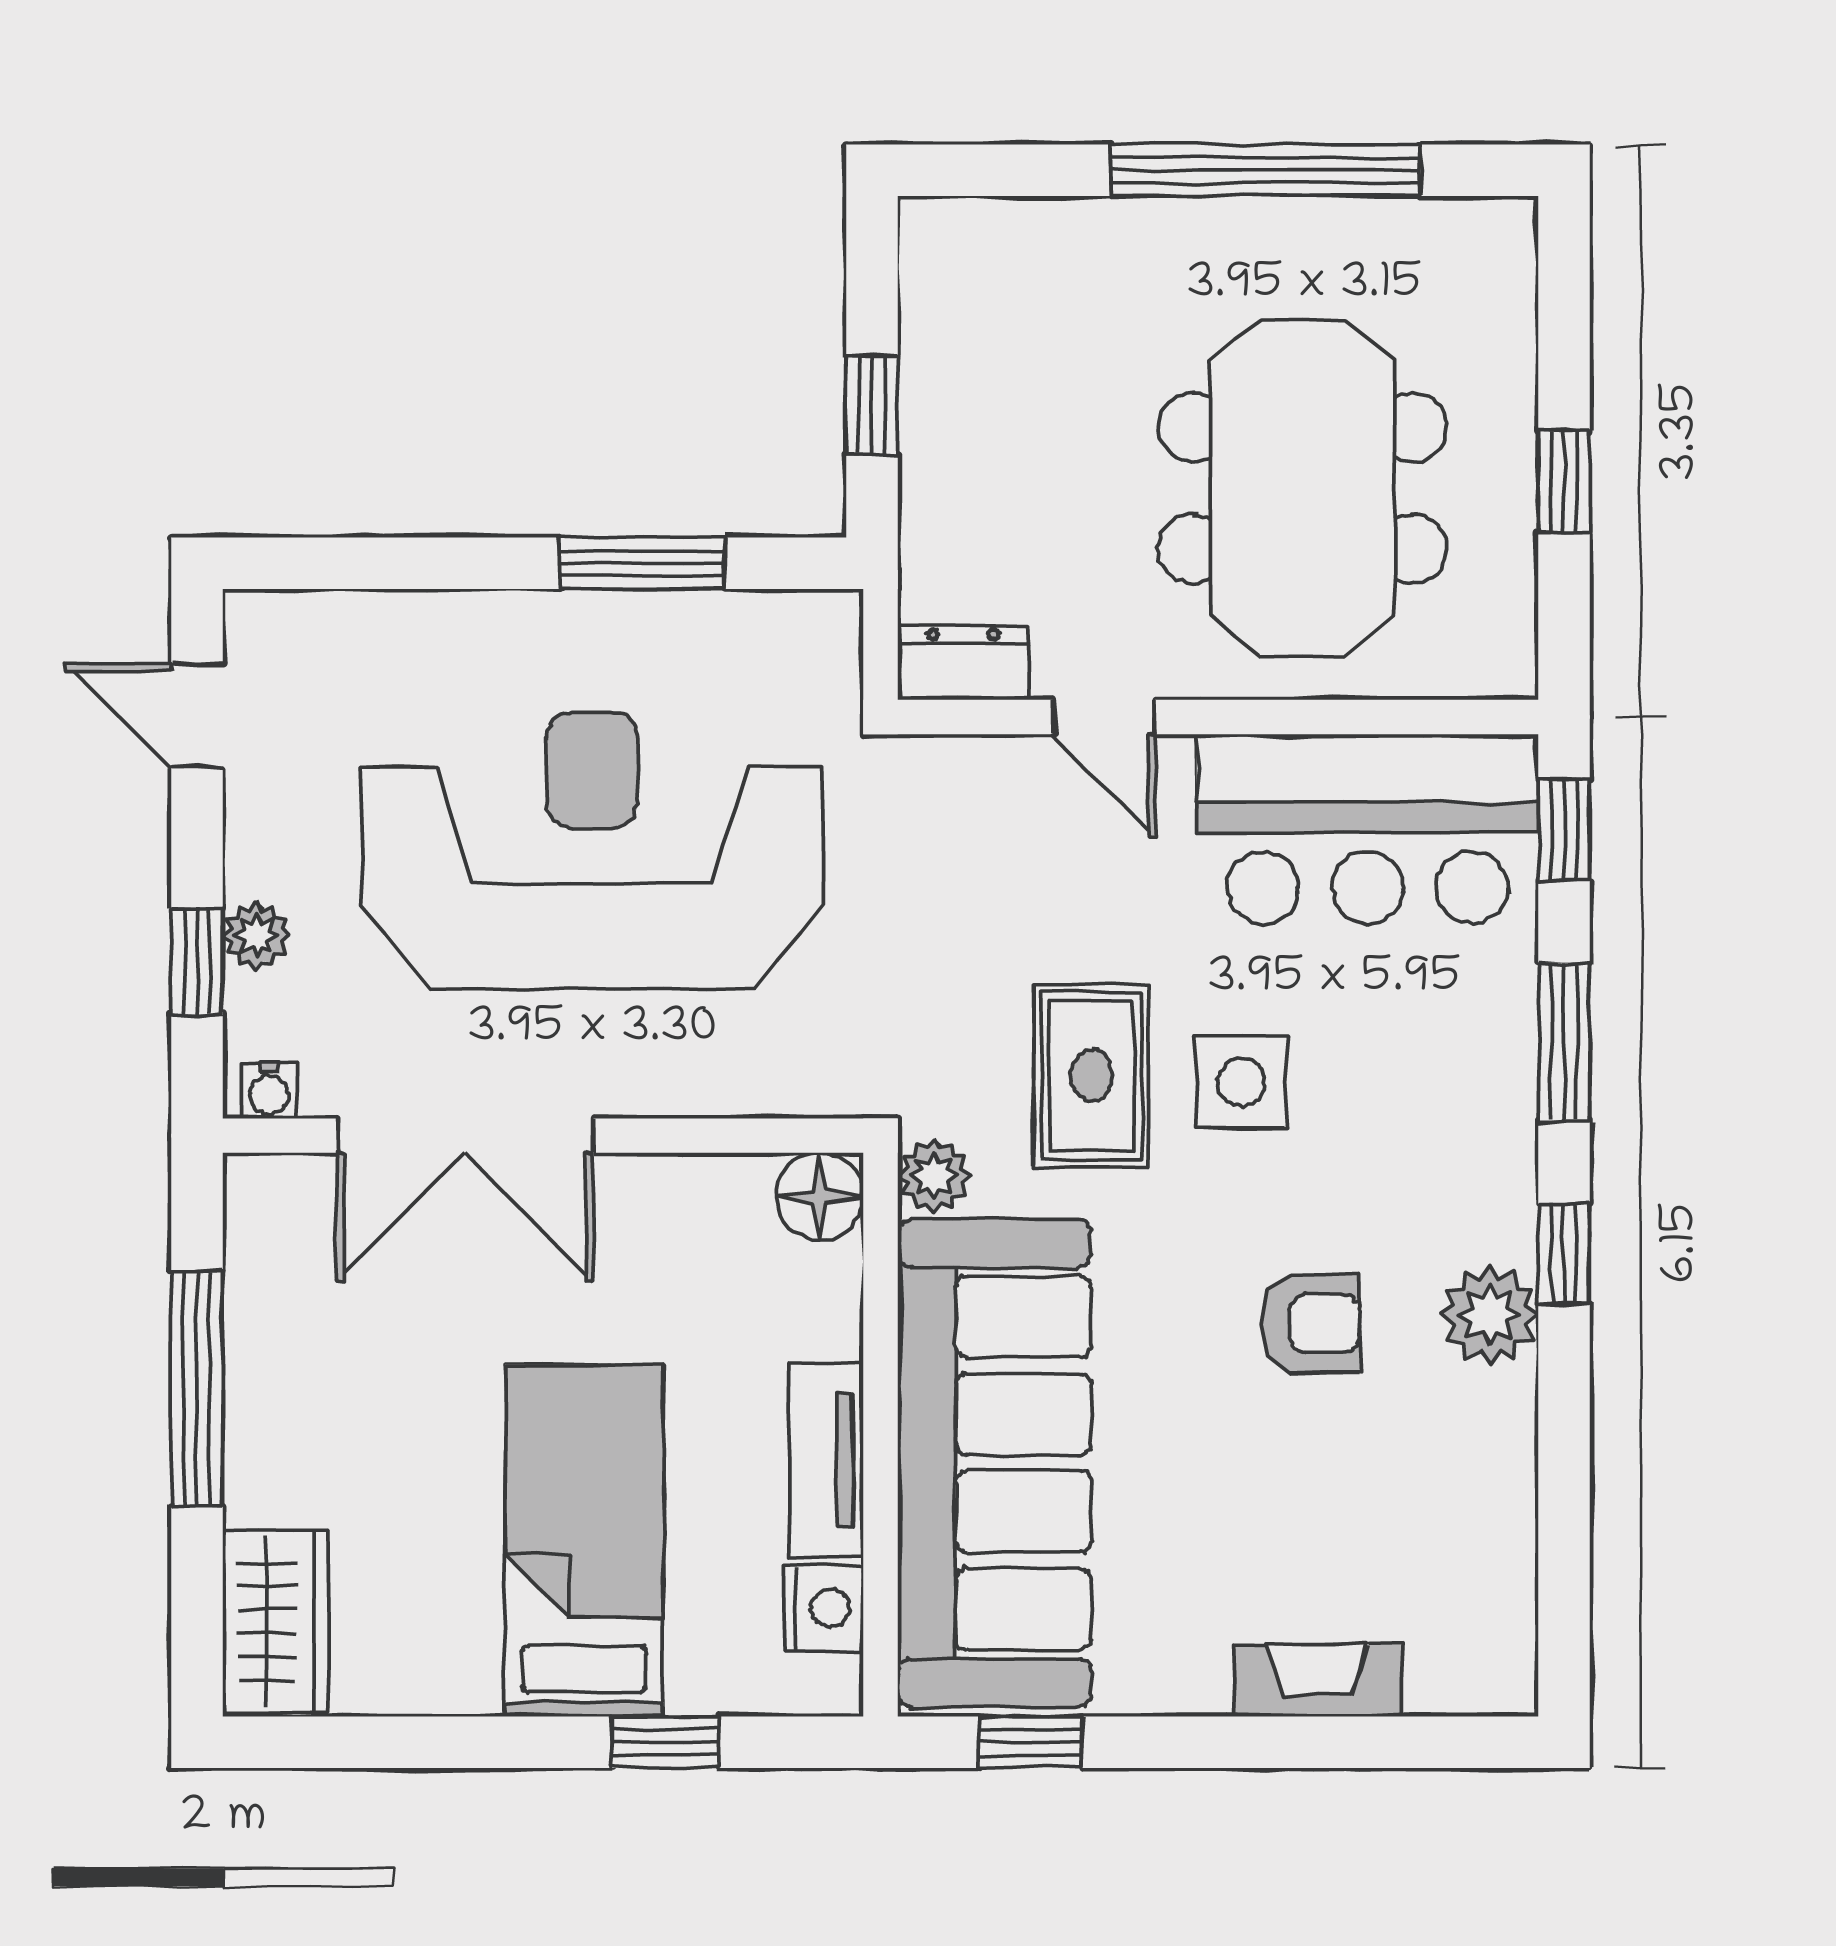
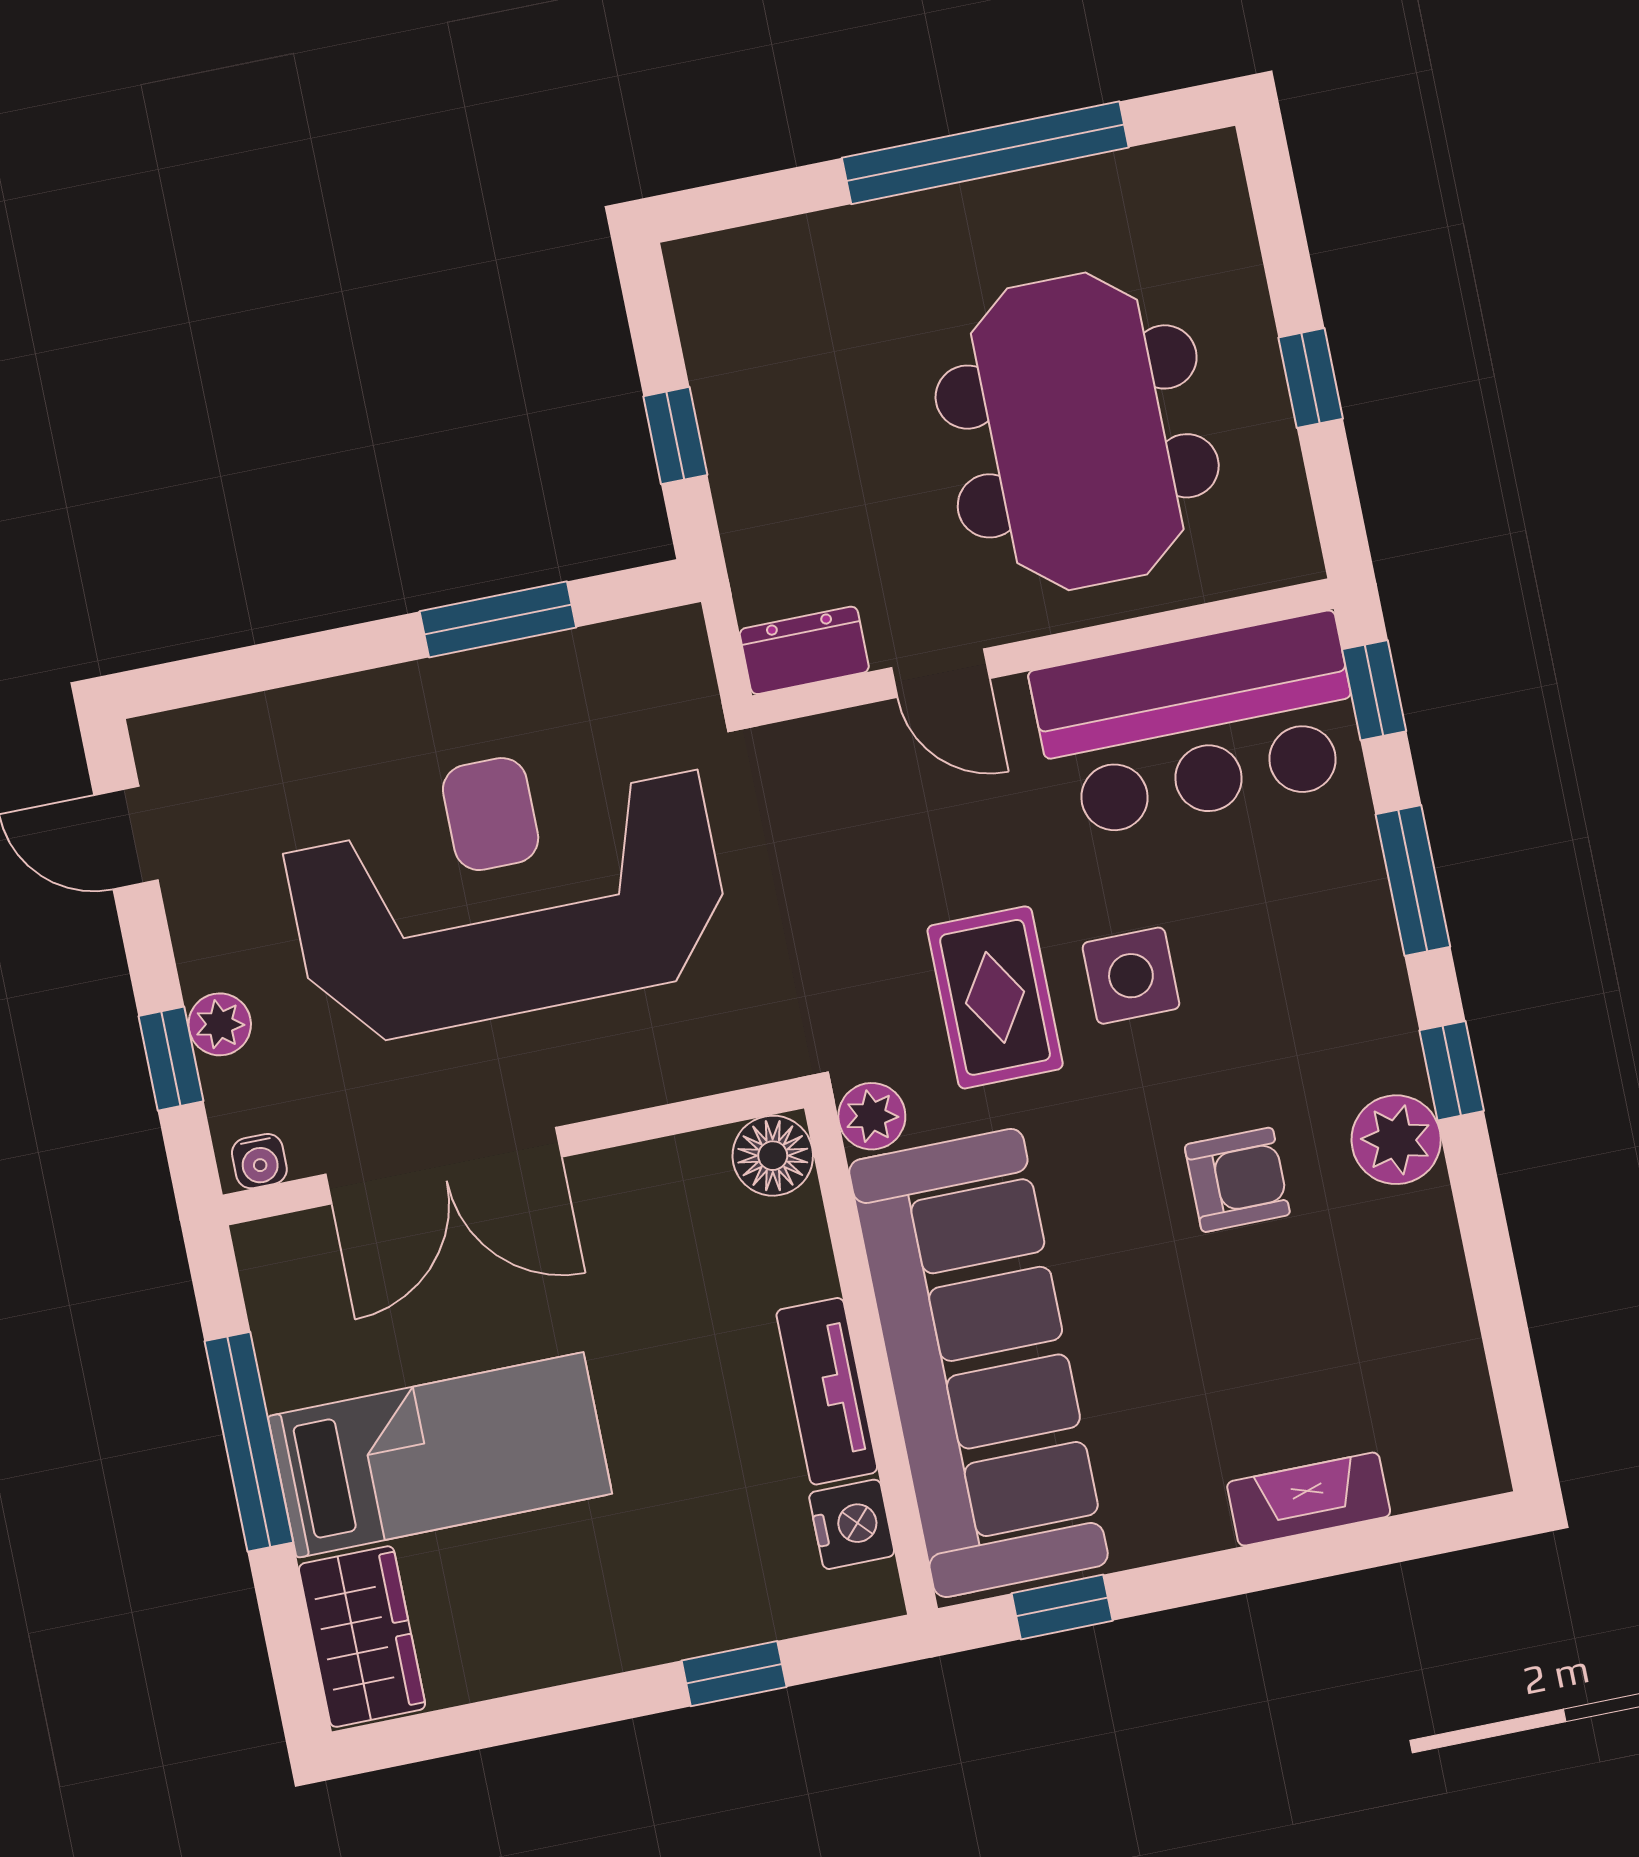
bed: (584, 1541) -> (440, 1455), moved, turned 90

